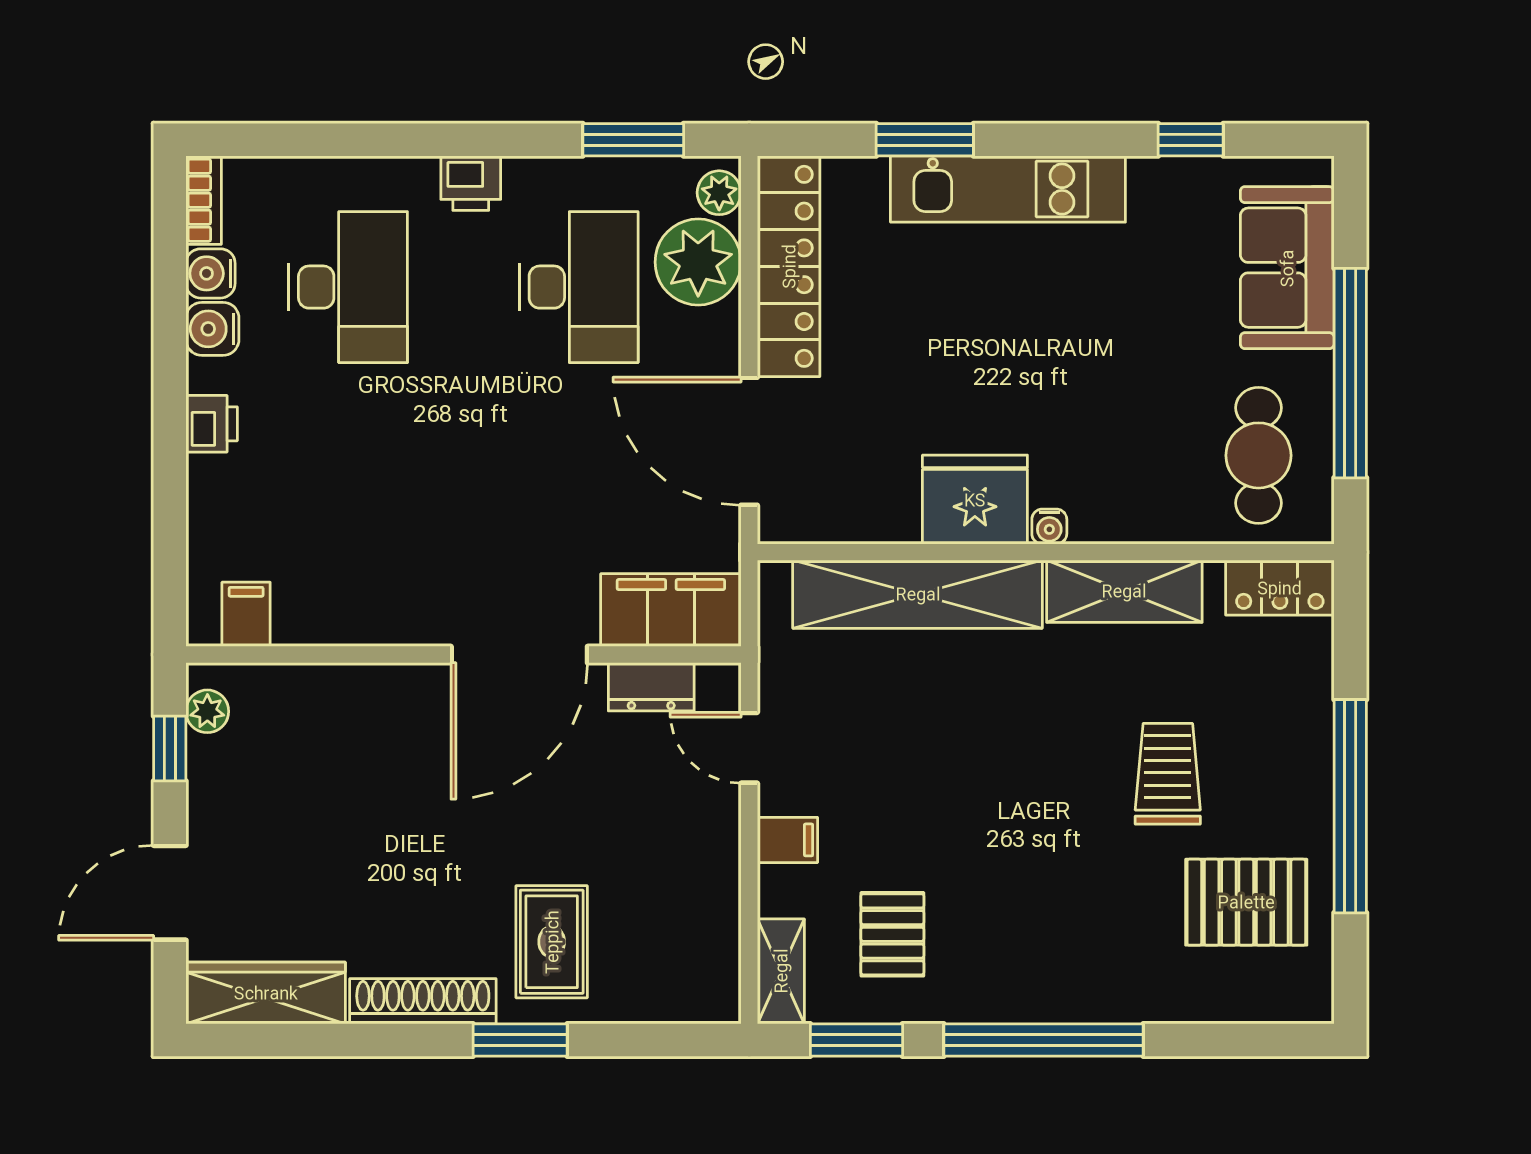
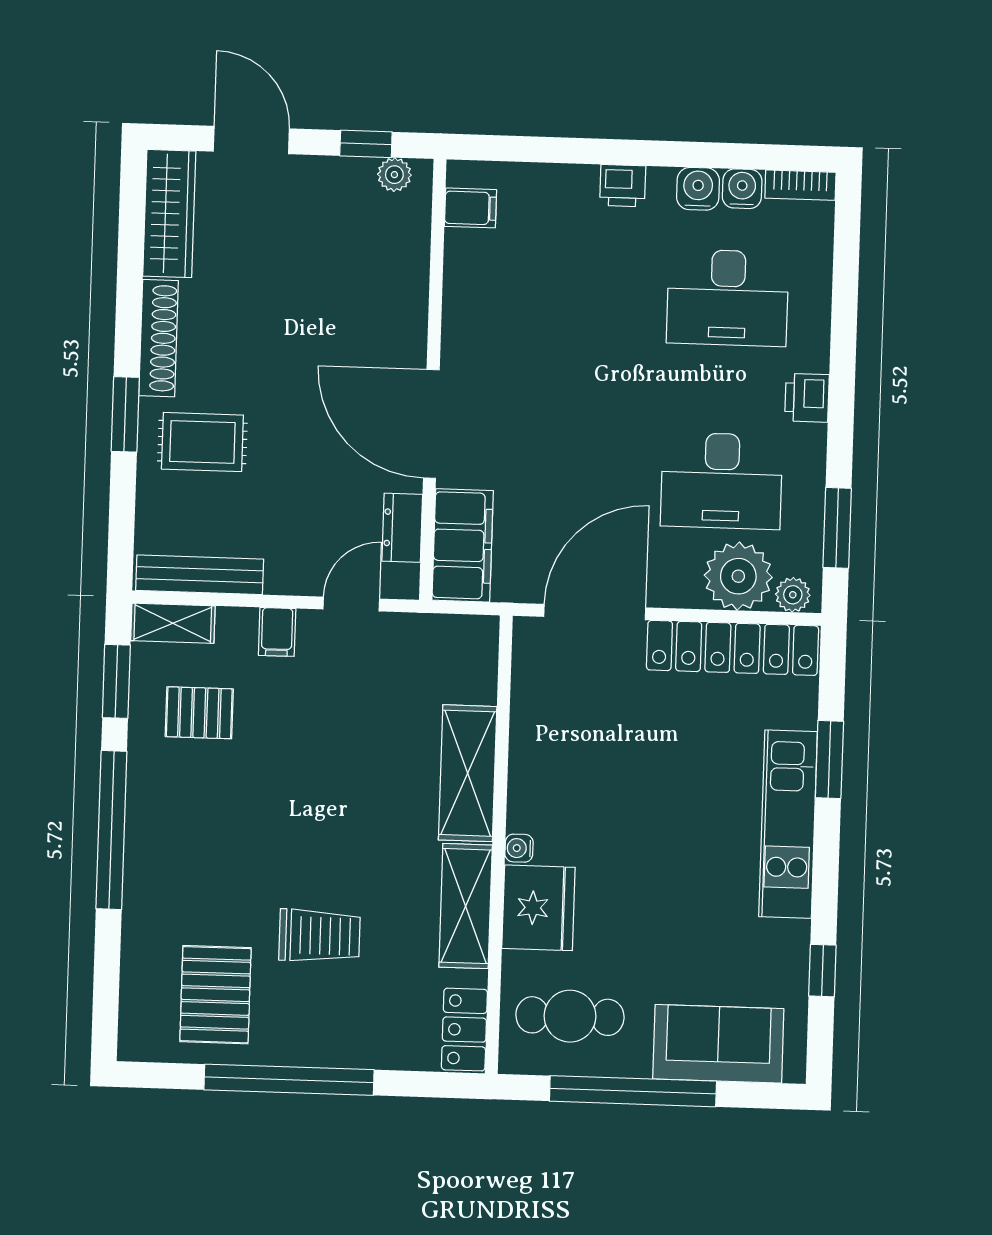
fridge: (975, 500) -> (538, 908), moved
shelving: (918, 594) -> (468, 773), width x0.68
bench: (719, 940) -> (200, 575), added

